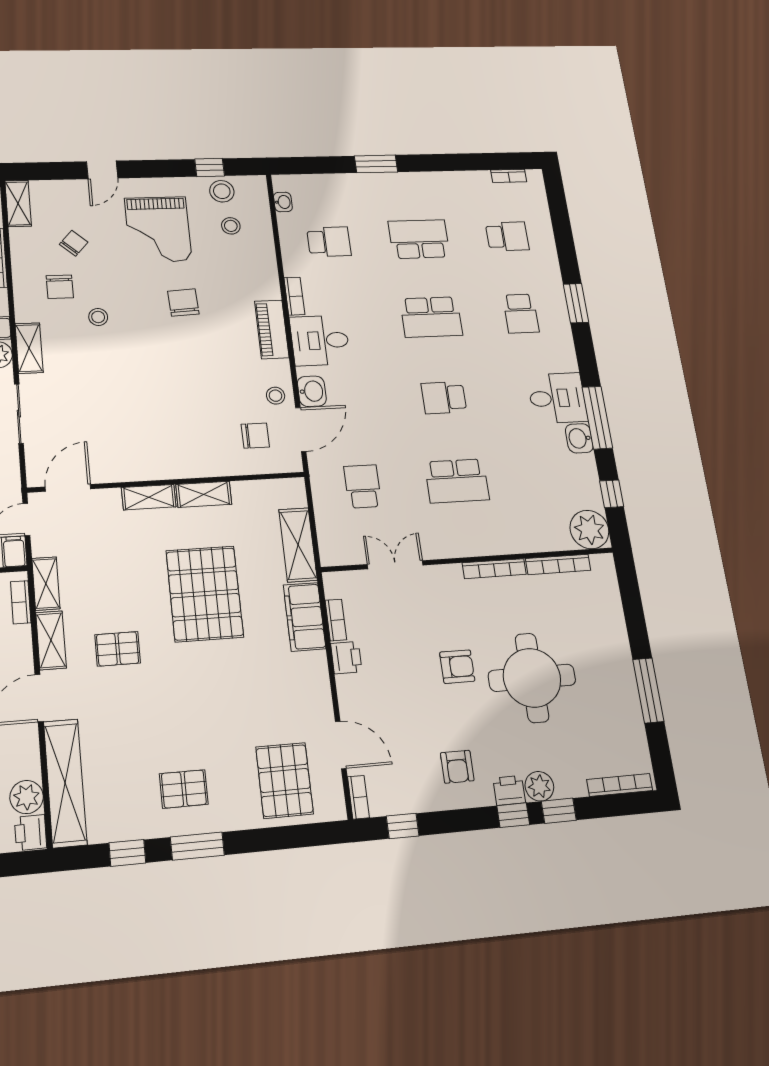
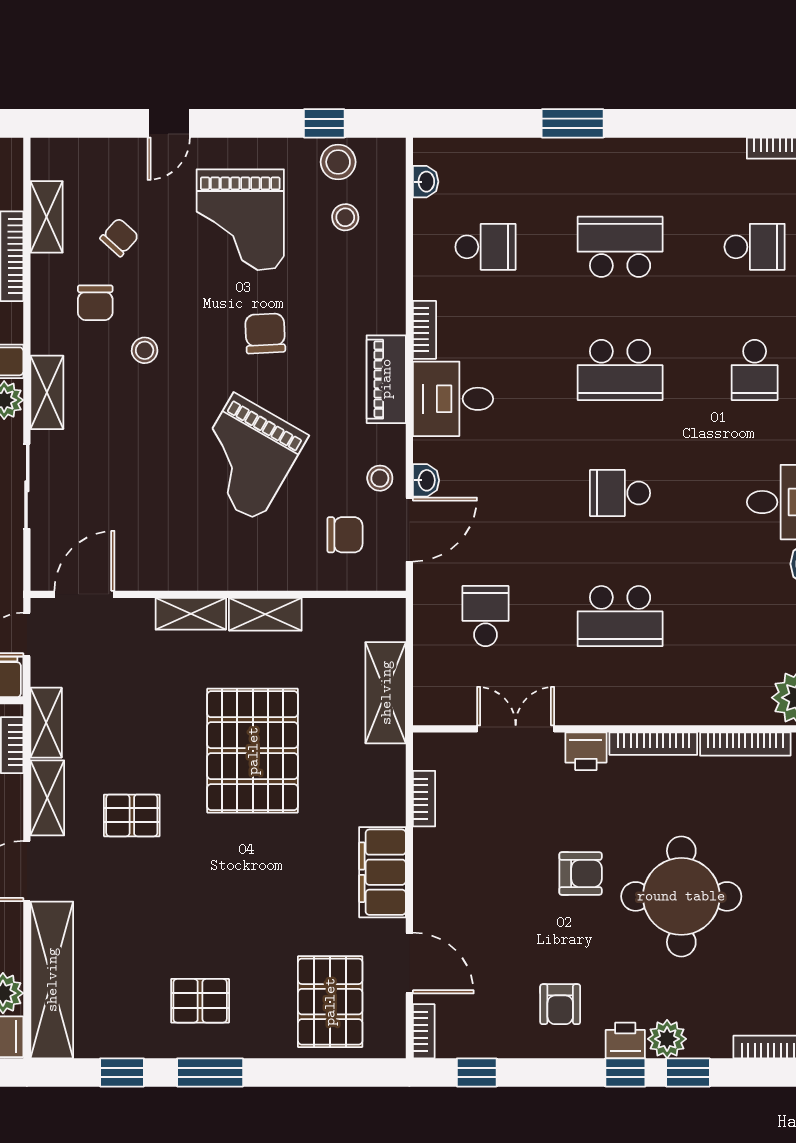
shelving: (18, 203) -> (47, 217), moved
grand piano: (179, 386) -> (246, 457), added
washbasin: (312, 391) -> (426, 480), width x0.72, depth x0.69
filing cabinet: (305, 617) -> (382, 872), moved
printer: (346, 658) -> (586, 751), moved, turned 90

